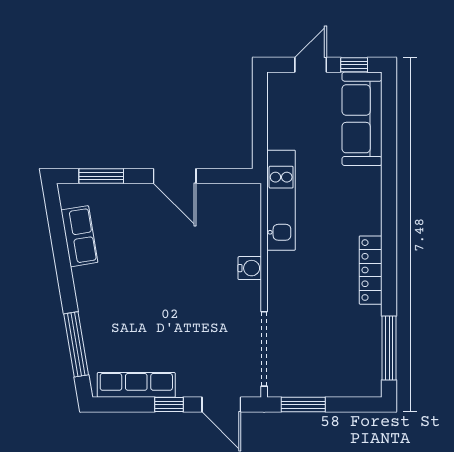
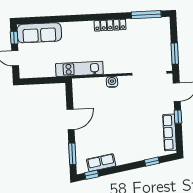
window: (55, 215) -> (92, 175), added
window: (76, 344) -> (152, 162), width x0.46

